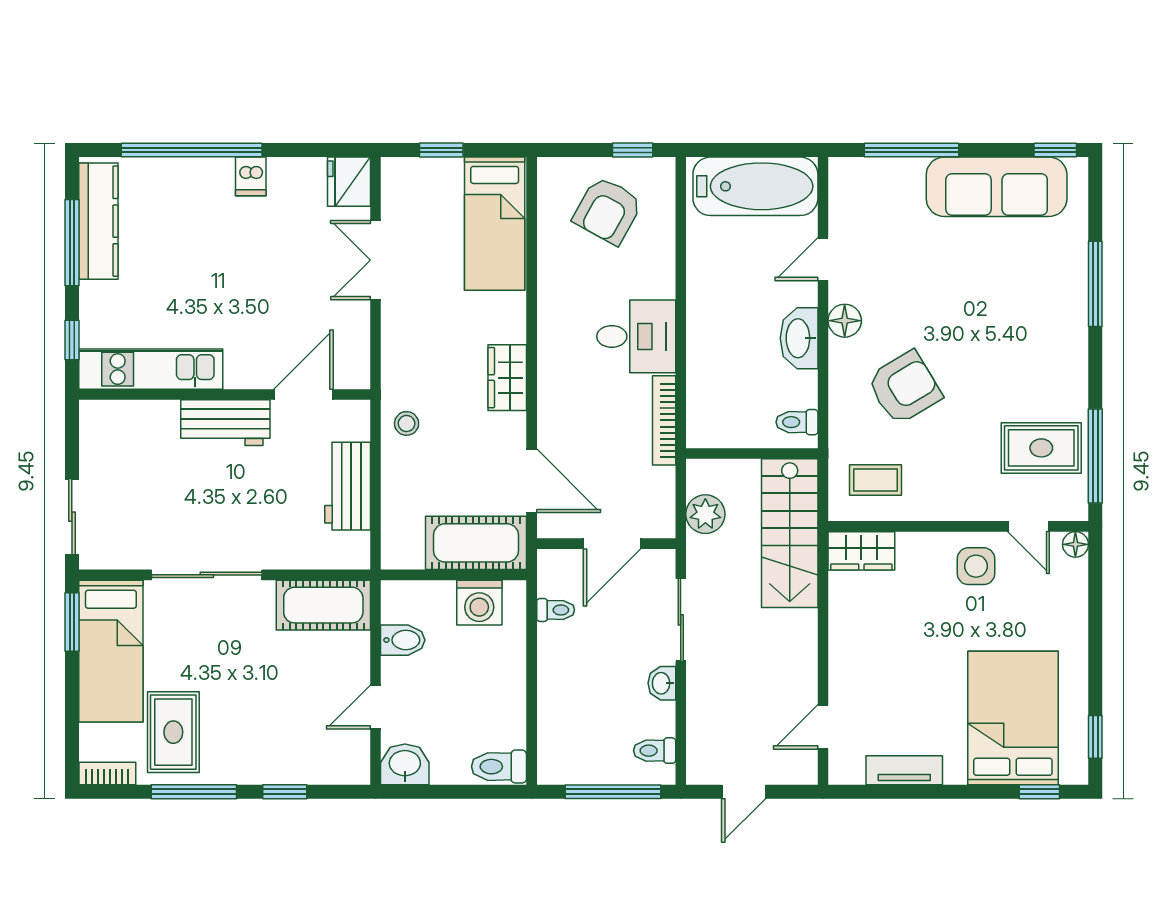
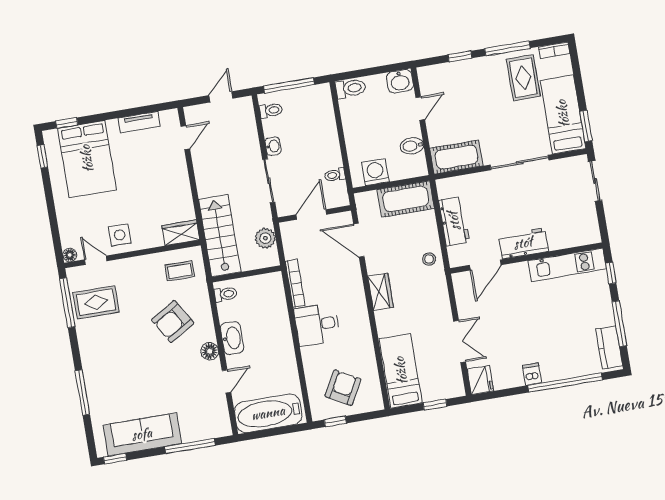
kitchen counter: (98, 221) -> (609, 347), width x0.67
cot: (476, 543) -> (406, 199), moved

